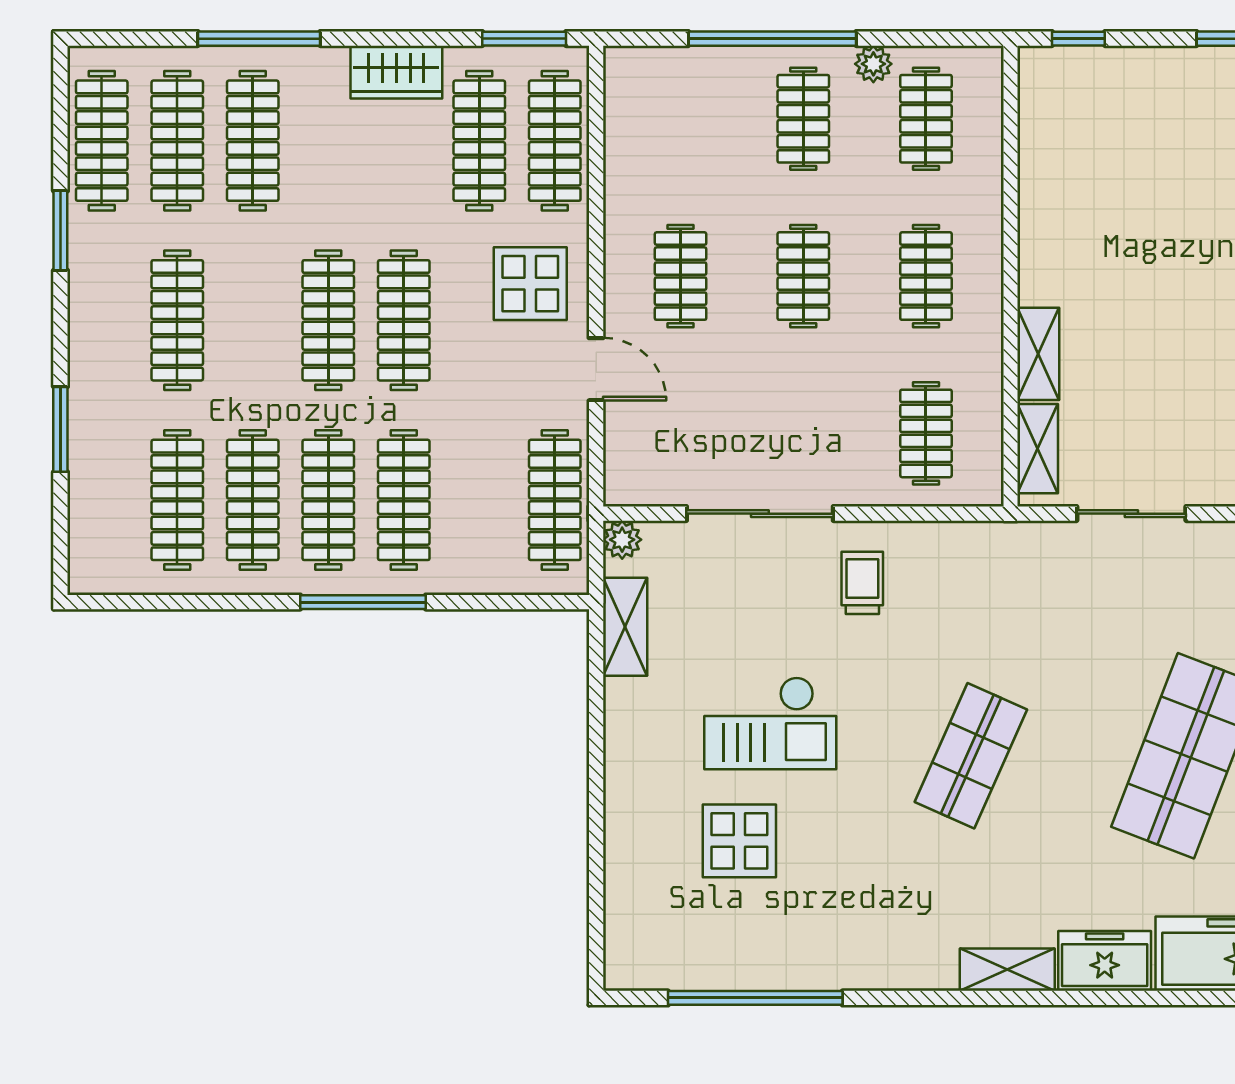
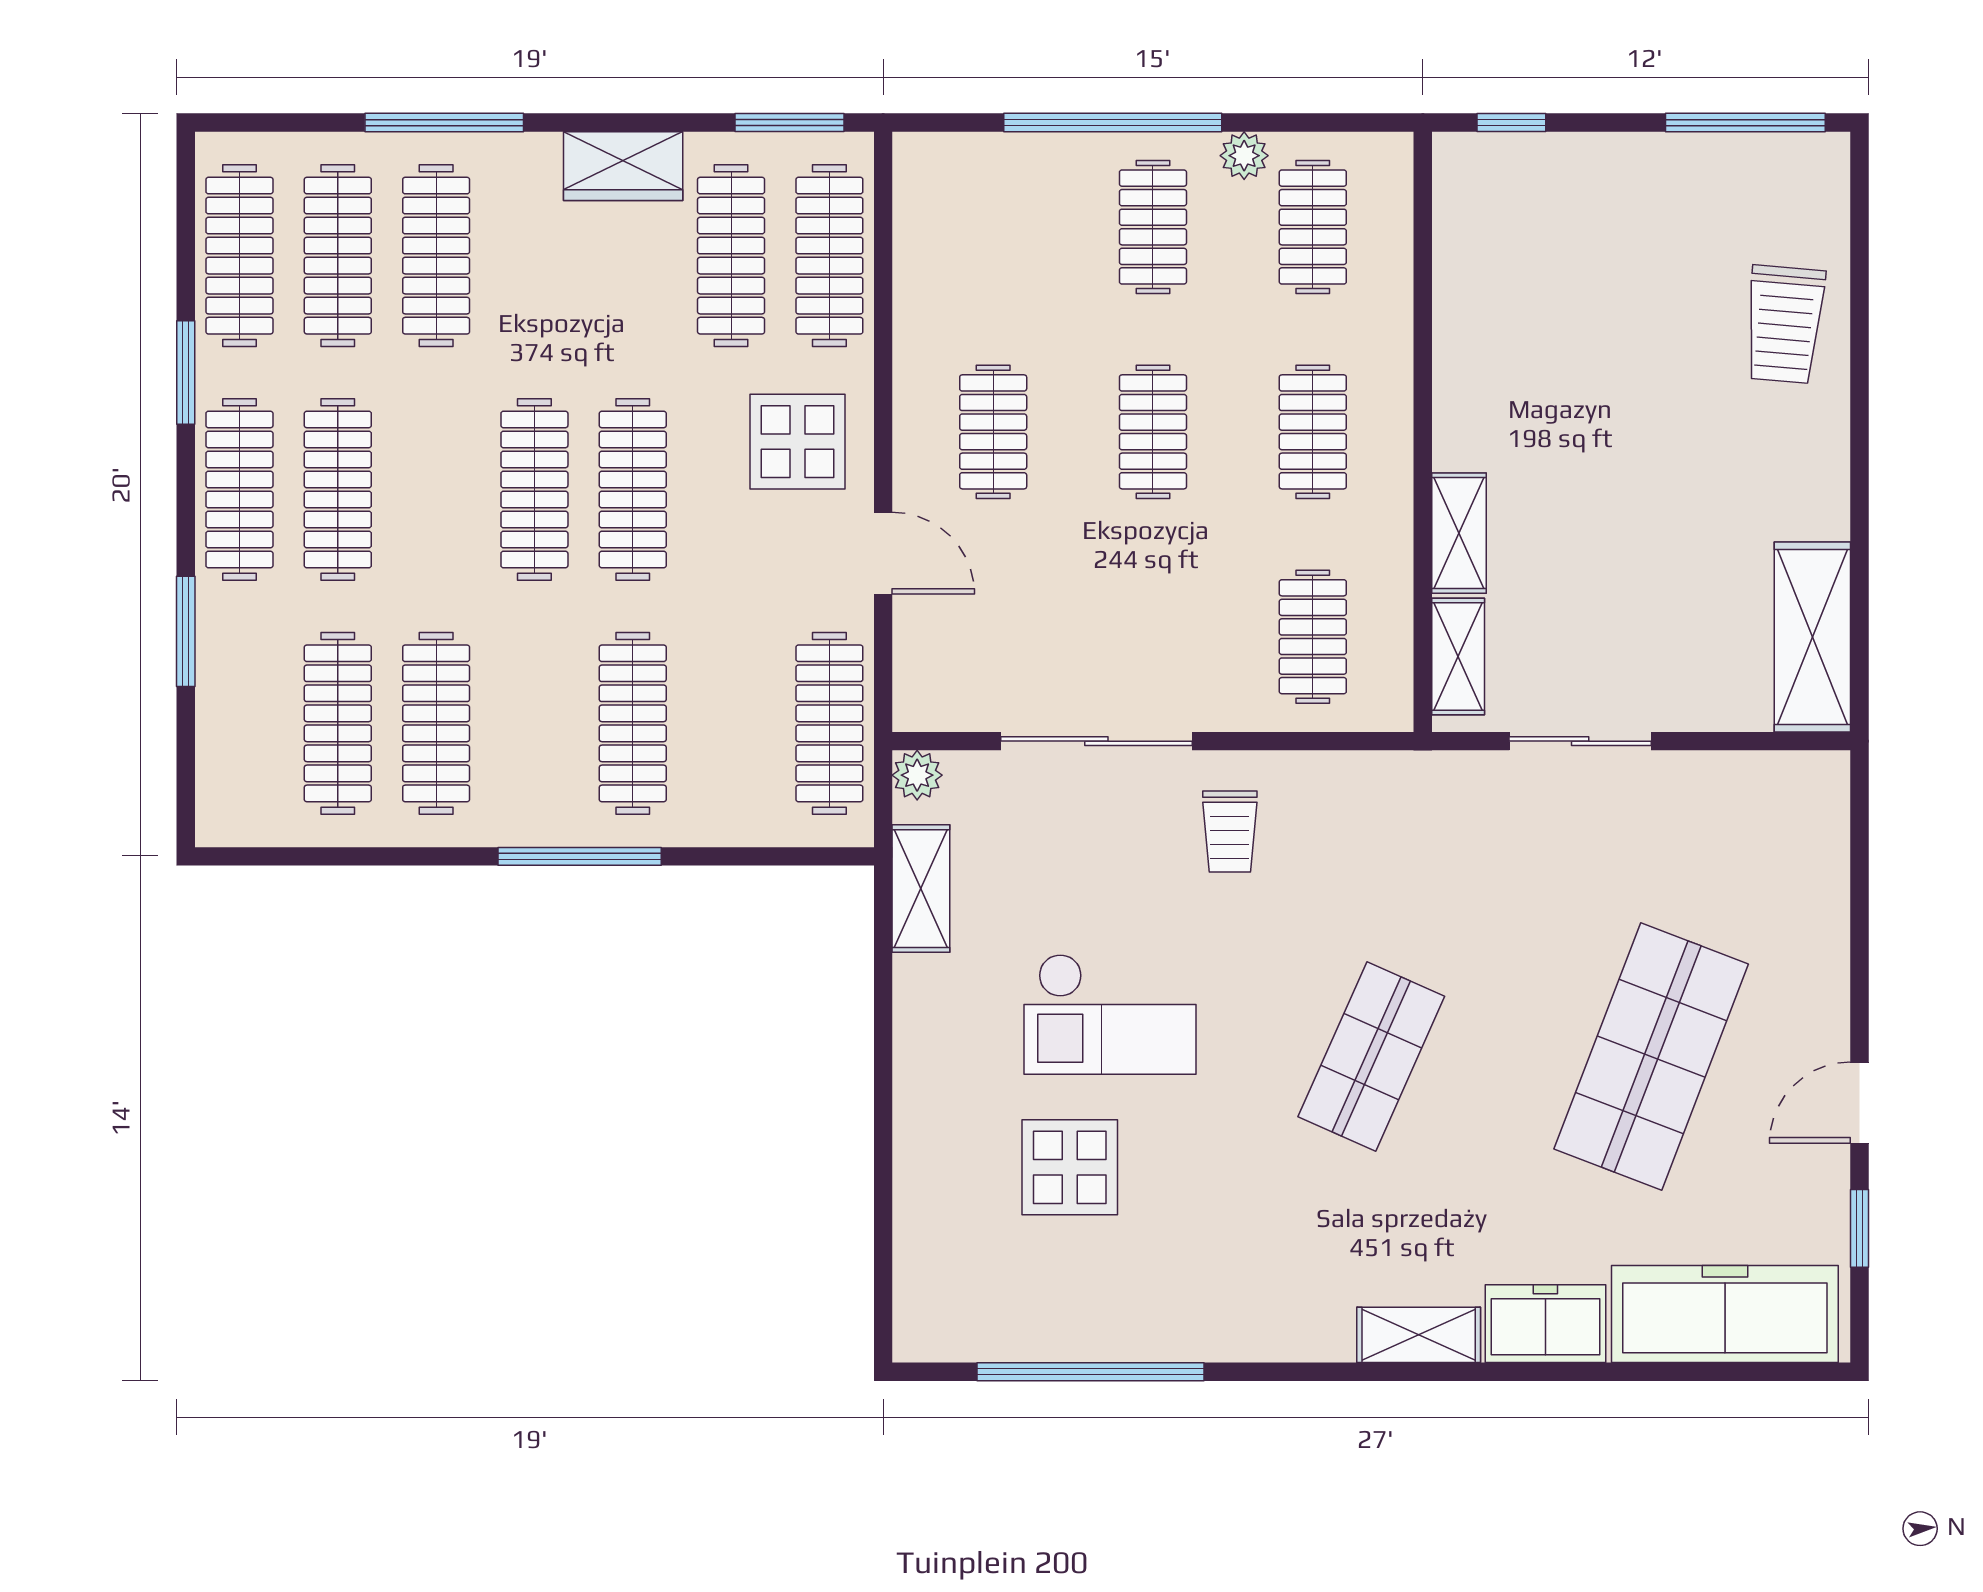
clothes rail: (328, 500) -> (239, 489), moved
trolley: (862, 583) -> (1230, 831), turned 180

